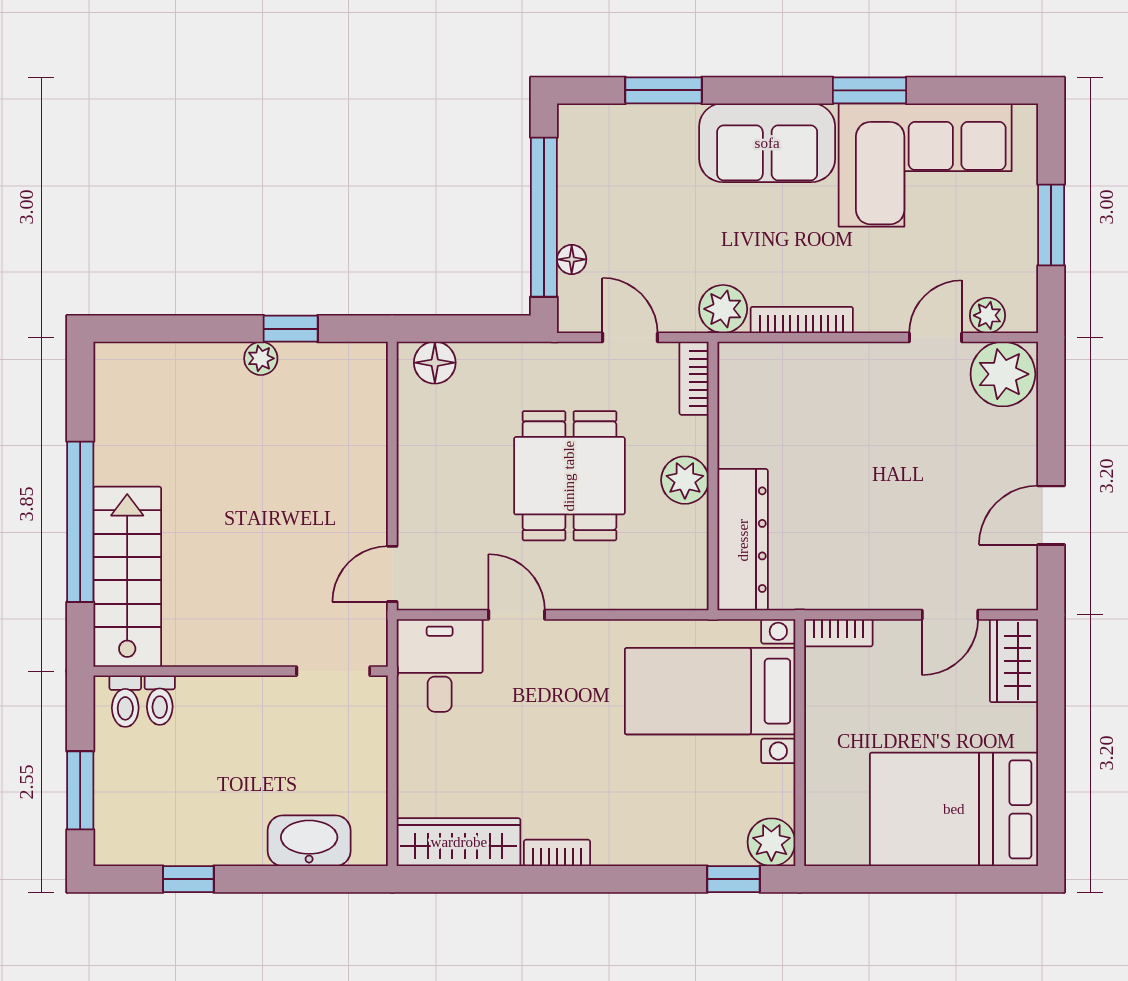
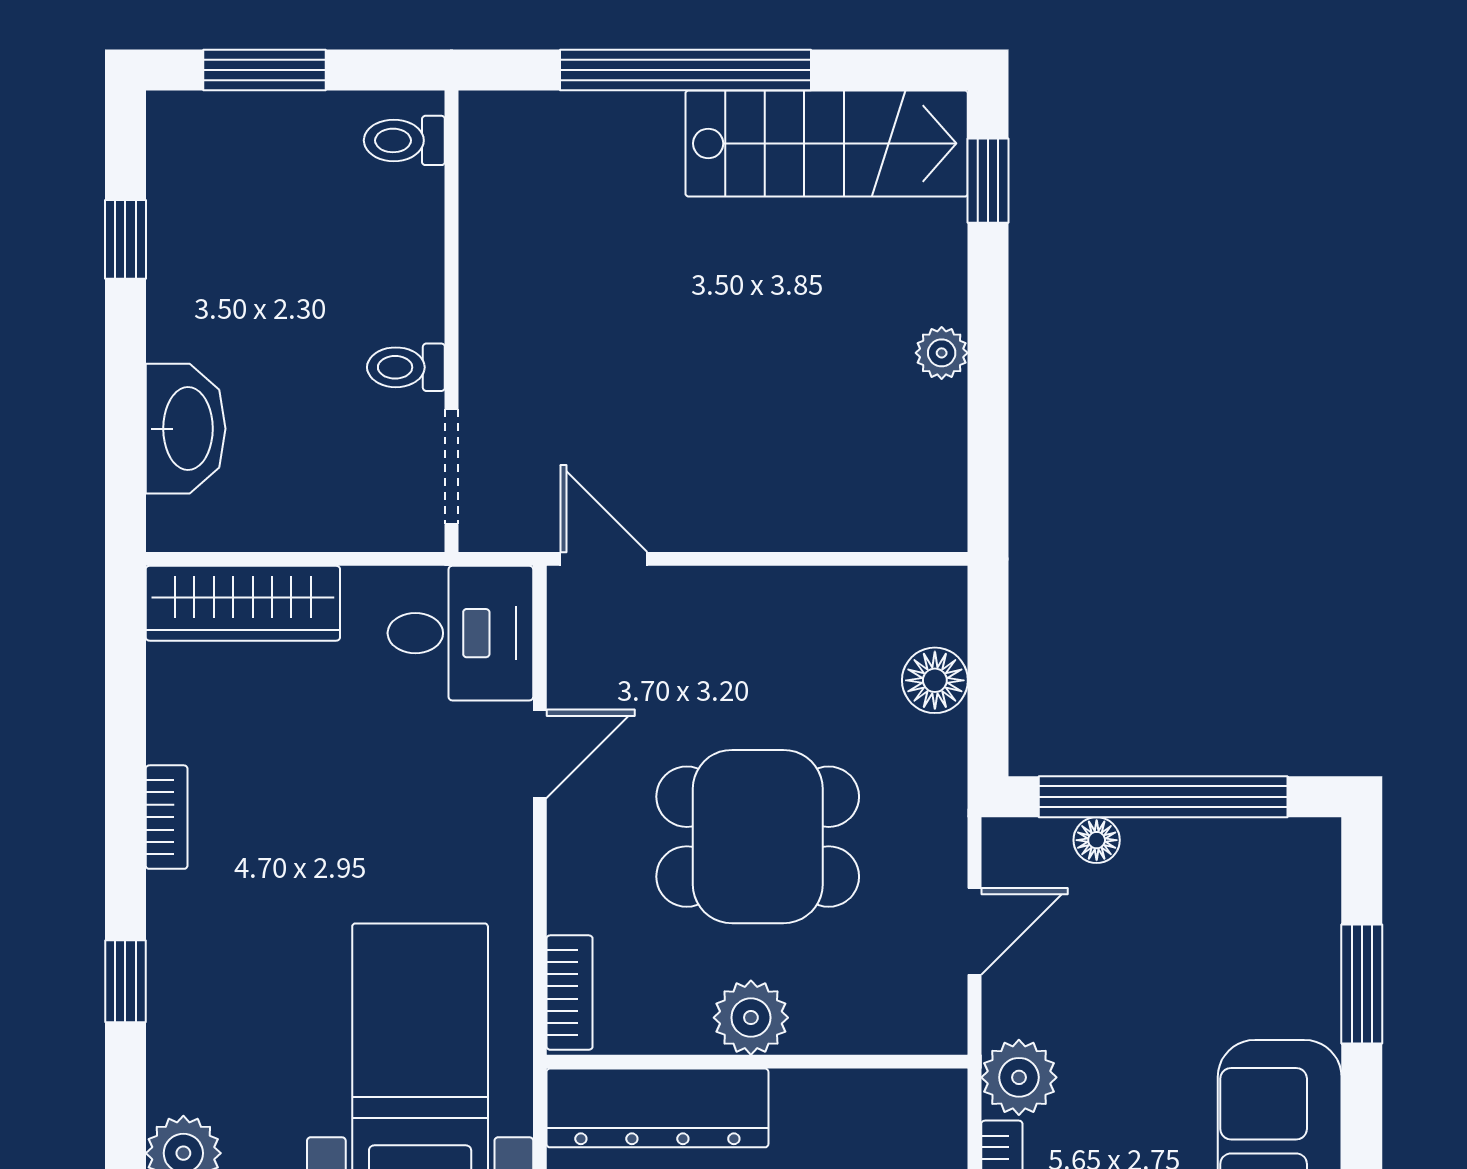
window: (291, 329) -> (988, 181), moved
floor lamp: (435, 363) -> (935, 680), moved
bookcase: (694, 378) -> (570, 993), moved, turned 90
stairs: (127, 577) -> (827, 143), moved
toilet: (160, 700) -> (406, 367), moved
wardrobe: (459, 842) -> (243, 603), moved, turned 90
window: (733, 879) -> (125, 981), moved

